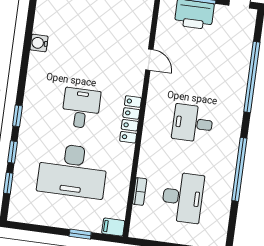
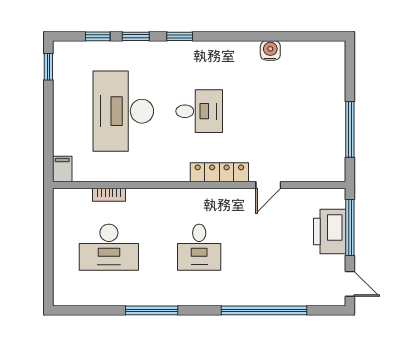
locker: (131, 119) -> (219, 172), moved
desk: (193, 123) -> (199, 247), turned 180
window: (239, 169) -> (152, 310), width x0.68
window: (80, 234) -> (48, 67), moved

